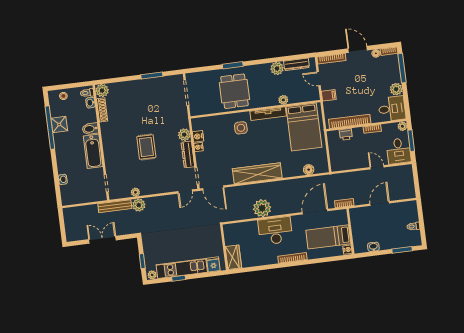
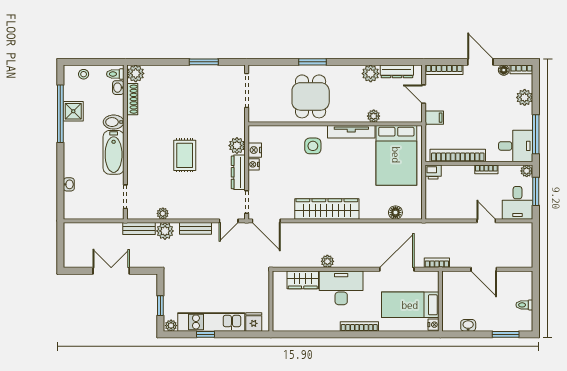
window: (402, 68) -> (536, 134), moved
plant: (396, 89) -> (525, 97), moved
printer: (346, 134) -> (433, 172), moved
bench: (161, 200) -> (195, 228), added
door: (380, 204) -> (484, 269), swing flipped
bench: (115, 206) -> (139, 228), width x0.73
plant: (262, 208) -> (327, 261), width x0.53, depth x0.53
wardrobe: (233, 257) -> (303, 280), moved, turned 90

